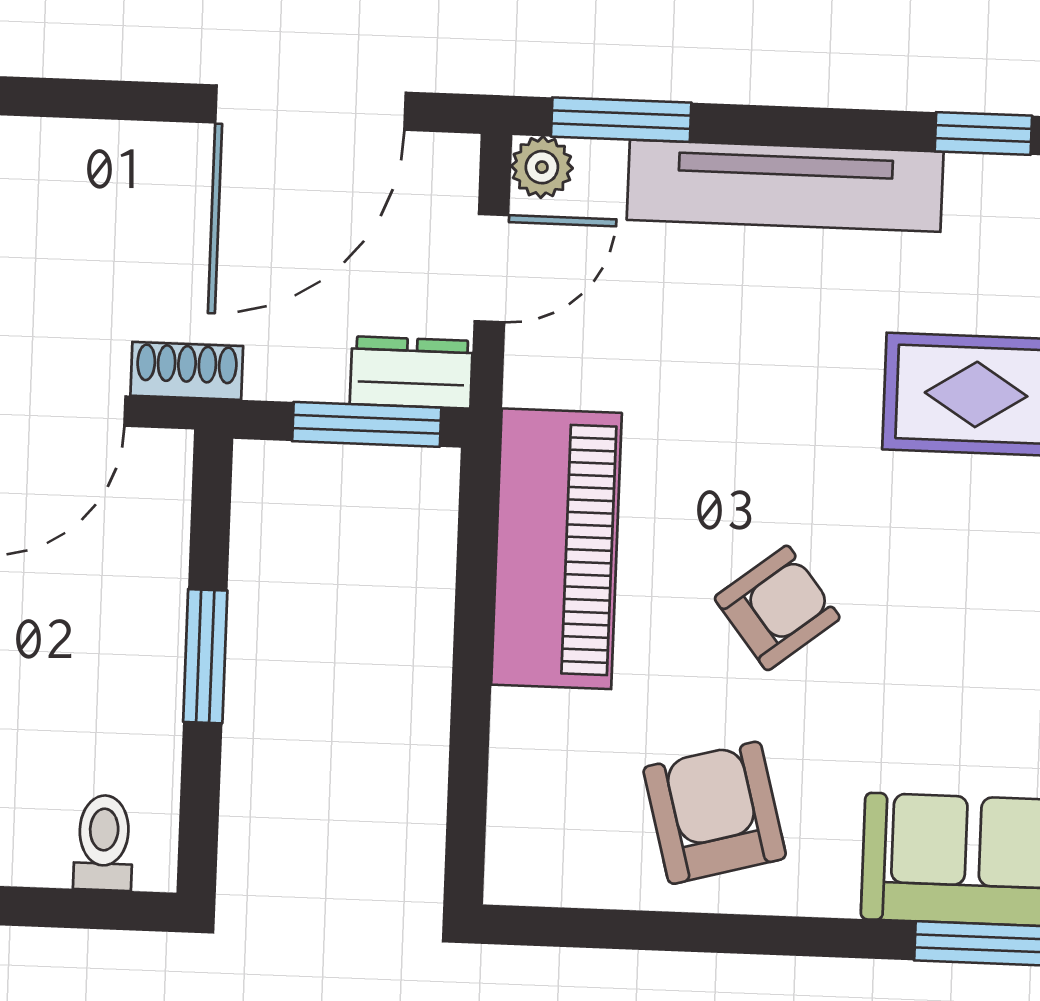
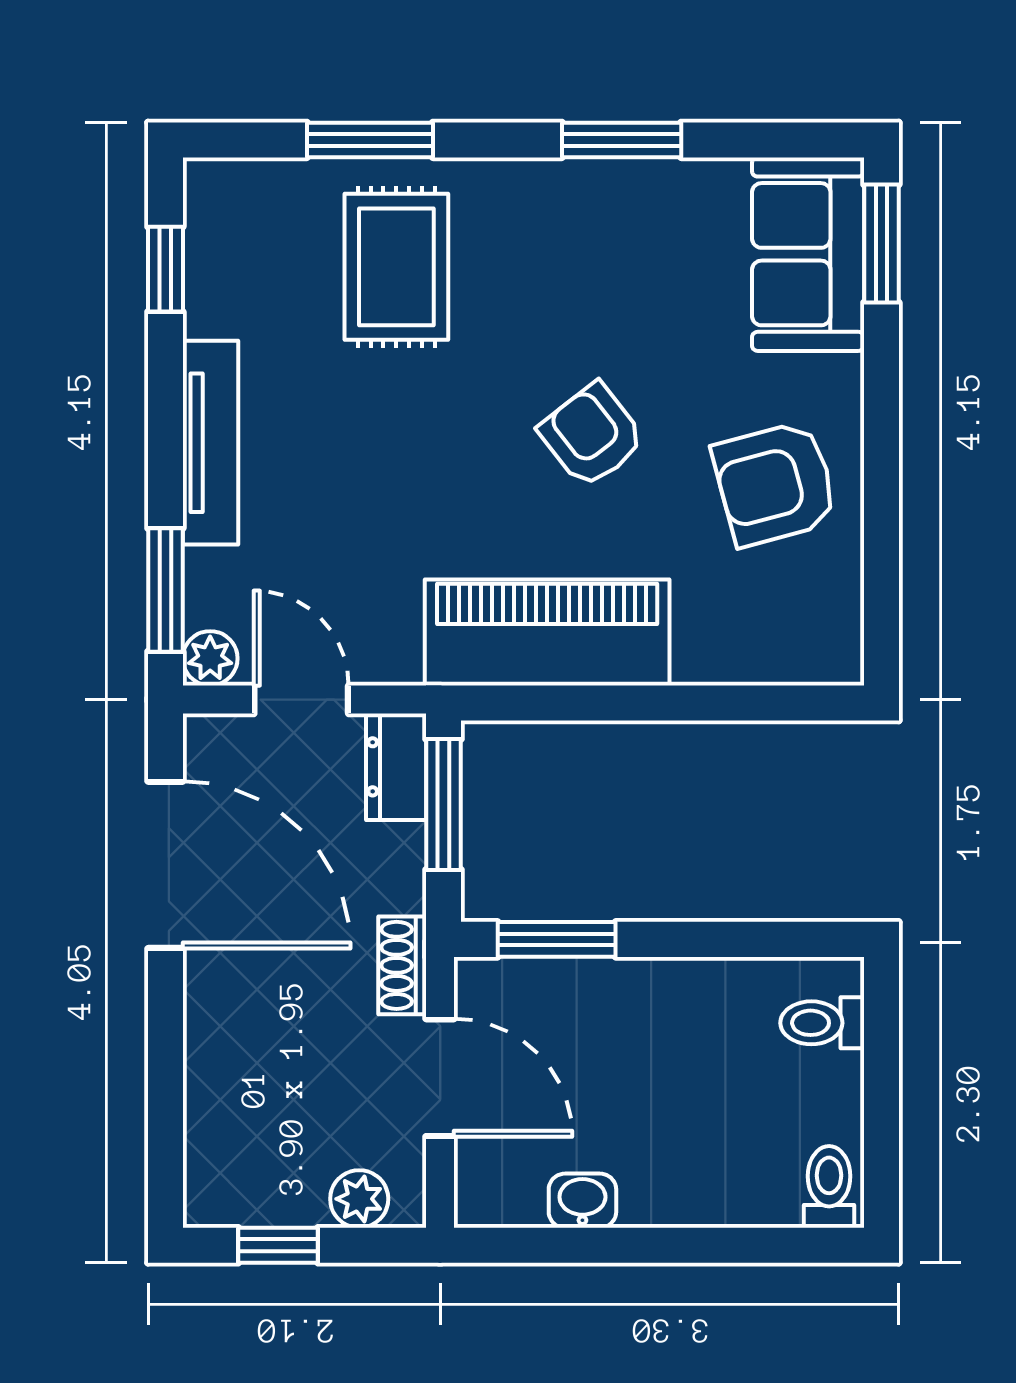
tv unit: (785, 186) -> (210, 443), width x0.73, depth x0.78
window: (205, 656) -> (557, 939), moved

